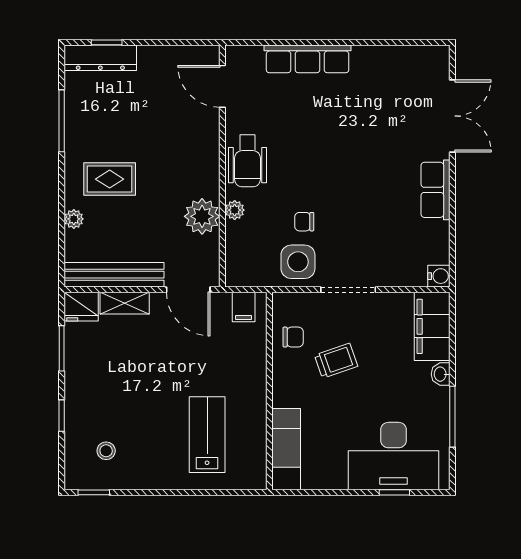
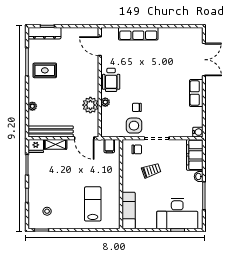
rug: (110, 179) -> (45, 70), moved
chair: (293, 337) -> (137, 149), moved

